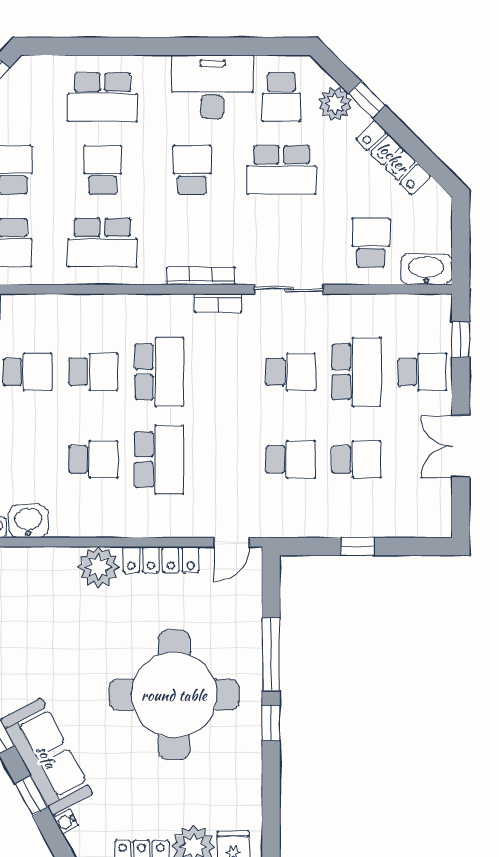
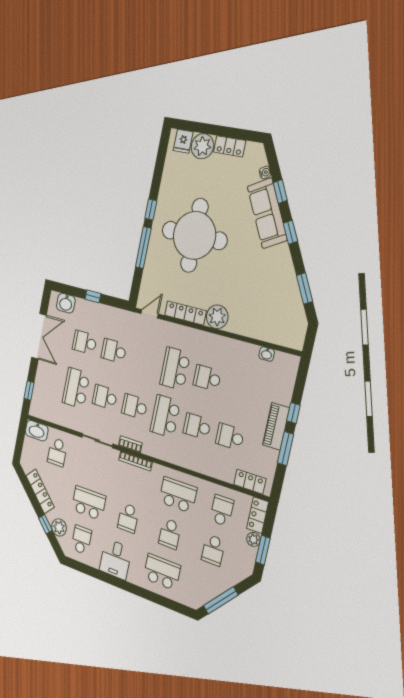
desk: (212, 87) -> (115, 559), width x0.73
school desk: (422, 372) -> (135, 407), moved
double door: (461, 446) -> (39, 336), width x1.37
washbasin: (28, 521) -> (66, 303), moved

